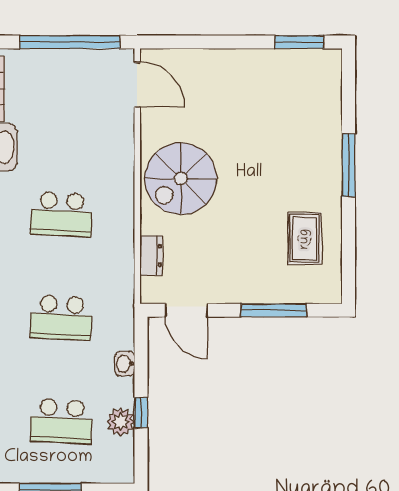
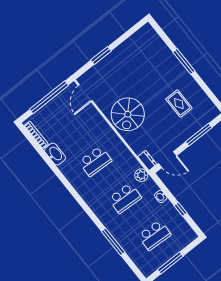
window: (299, 42) -> (101, 56), moved
door: (137, 84) -> (85, 93), swing flipped
rug: (305, 239) -> (179, 104), moved
dresser: (151, 256) -> (147, 160), moved
plant: (121, 422) -> (141, 175), moved

